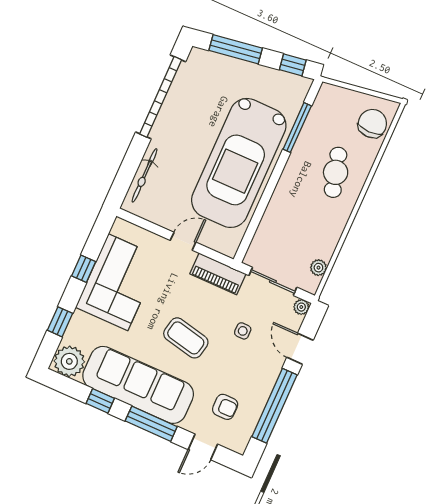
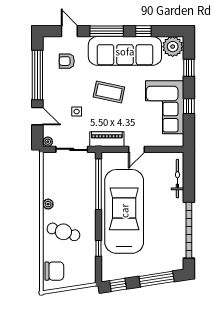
chair: (372, 124) -> (54, 271), turned -90
window: (297, 128) -> (99, 248), width x0.46
cafe table: (336, 172) -> (63, 232), turned -58
window: (257, 216) -> (99, 184), added
plant: (318, 268) -> (48, 204), moved
door: (203, 447) -> (69, 31), hinge flipped

